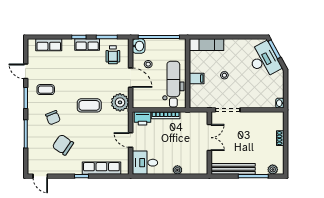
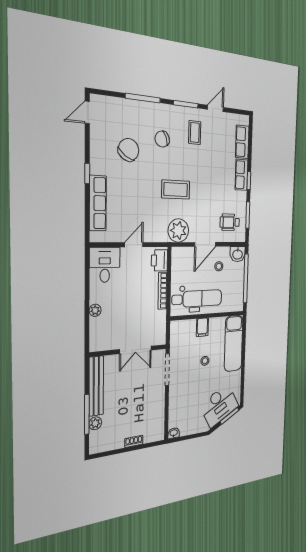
row of seats: (87, 45) -> (242, 175), moved
exam couch: (206, 45) -> (234, 343), width x1.36, depth x1.45
coffee table: (89, 105) -> (176, 190), turned 90
plant: (273, 169) -> (95, 423), moved

